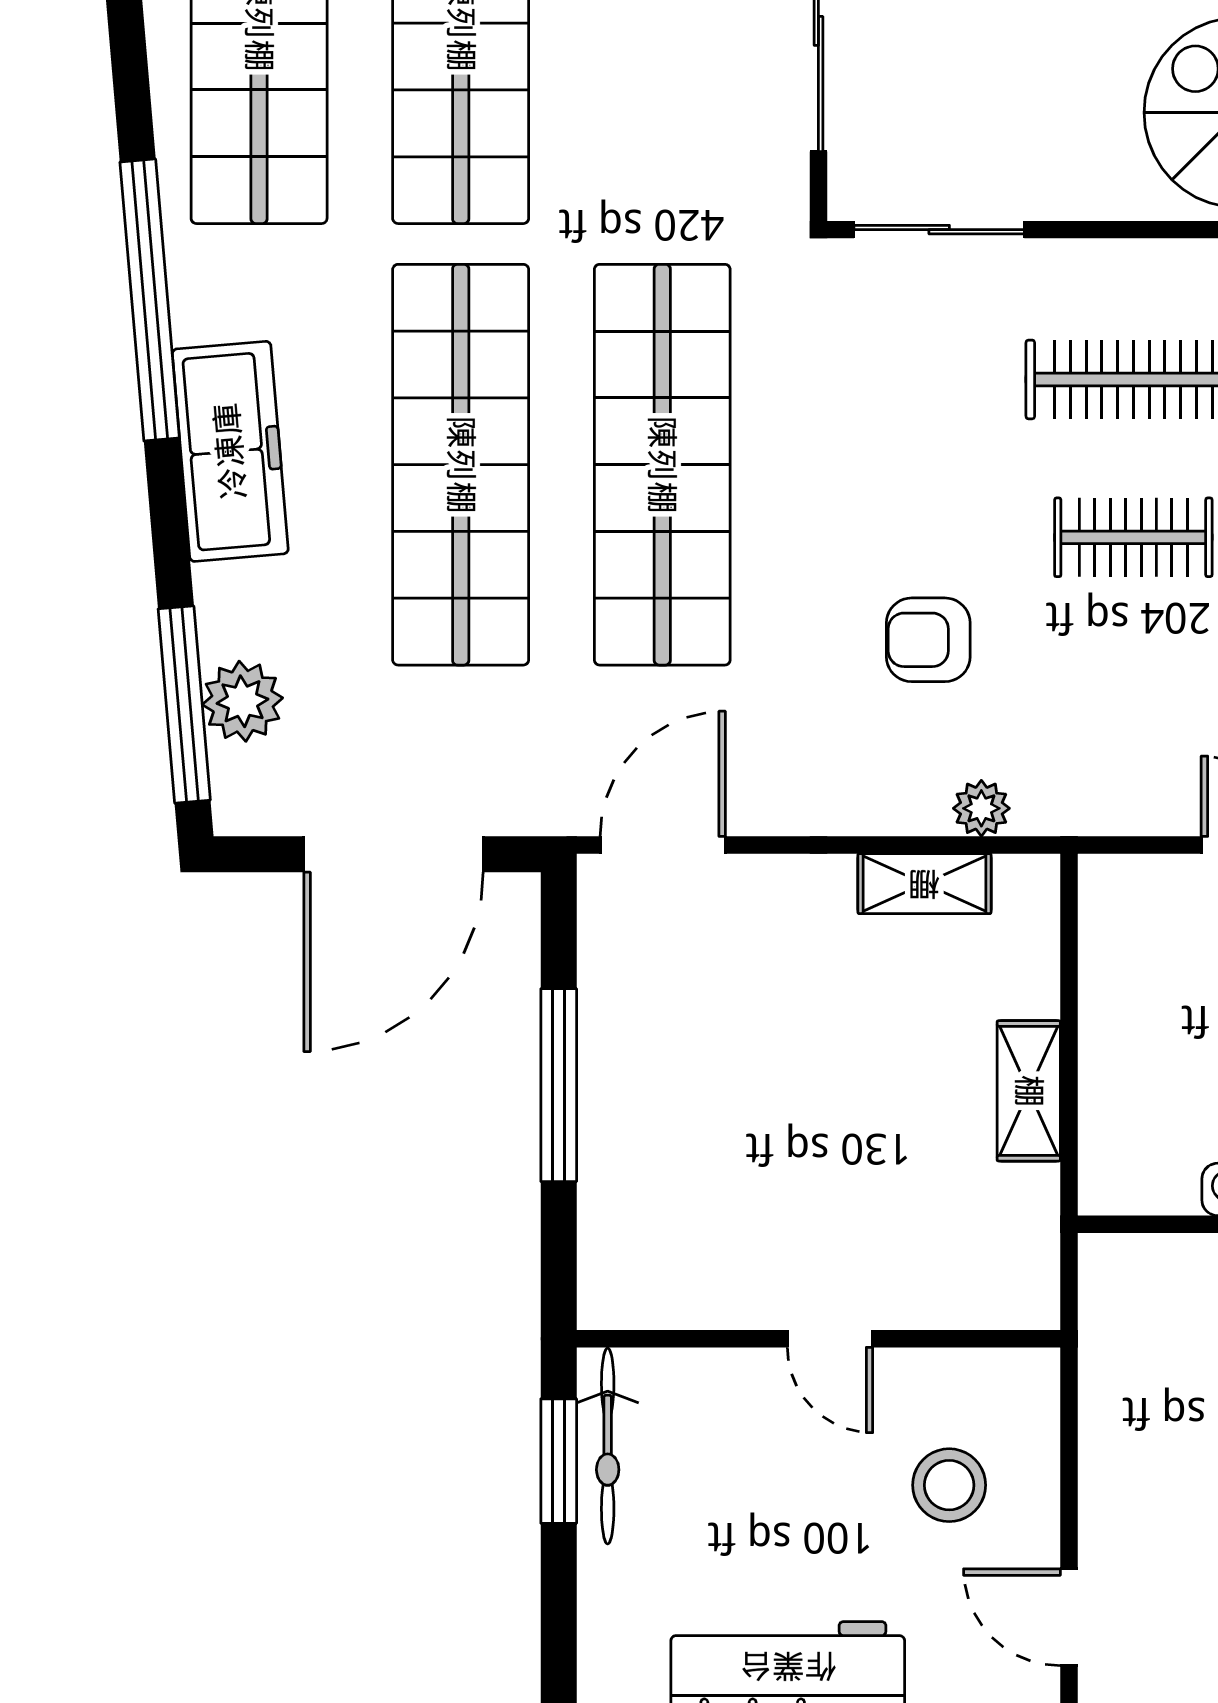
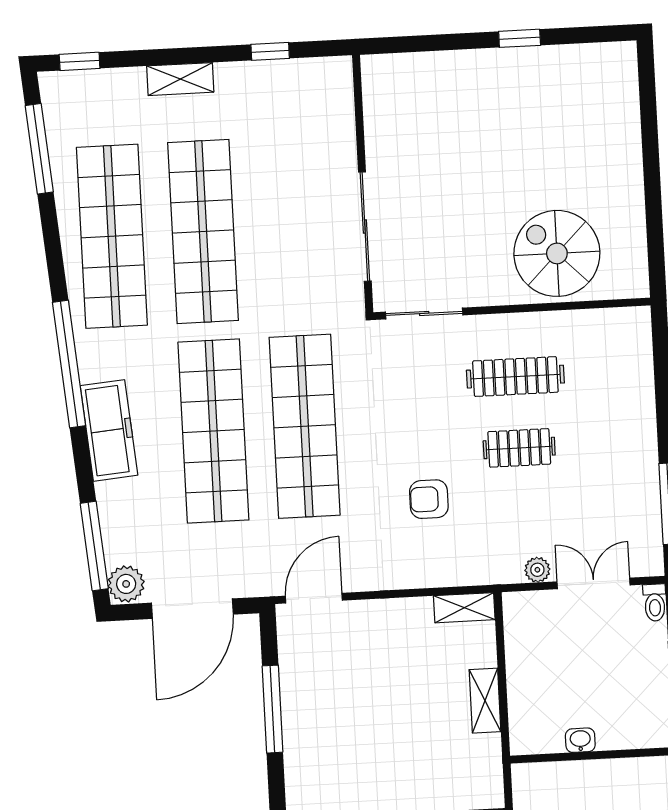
plant: (242, 701) -> (126, 584), moved
plant: (981, 808) -> (537, 570), moved
shelving: (924, 884) -> (464, 608), moved

